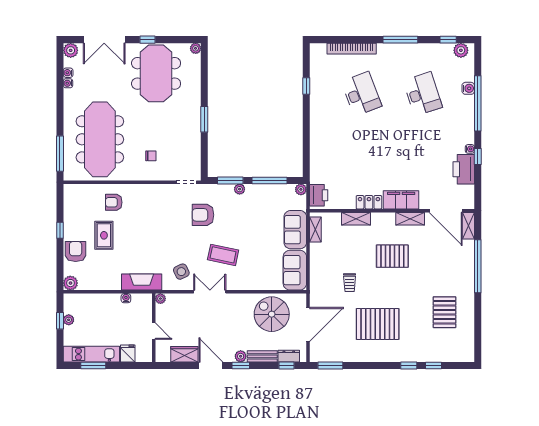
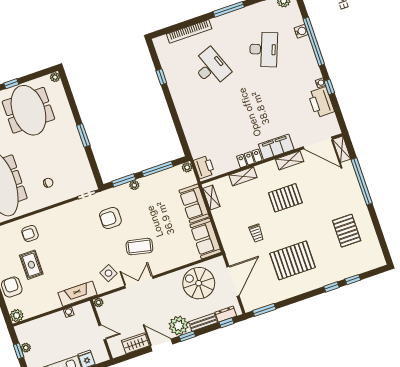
desk: (423, 94) -> (264, 49), turned 39
plant: (241, 356) -> (179, 326), width x1.87, depth x1.87

